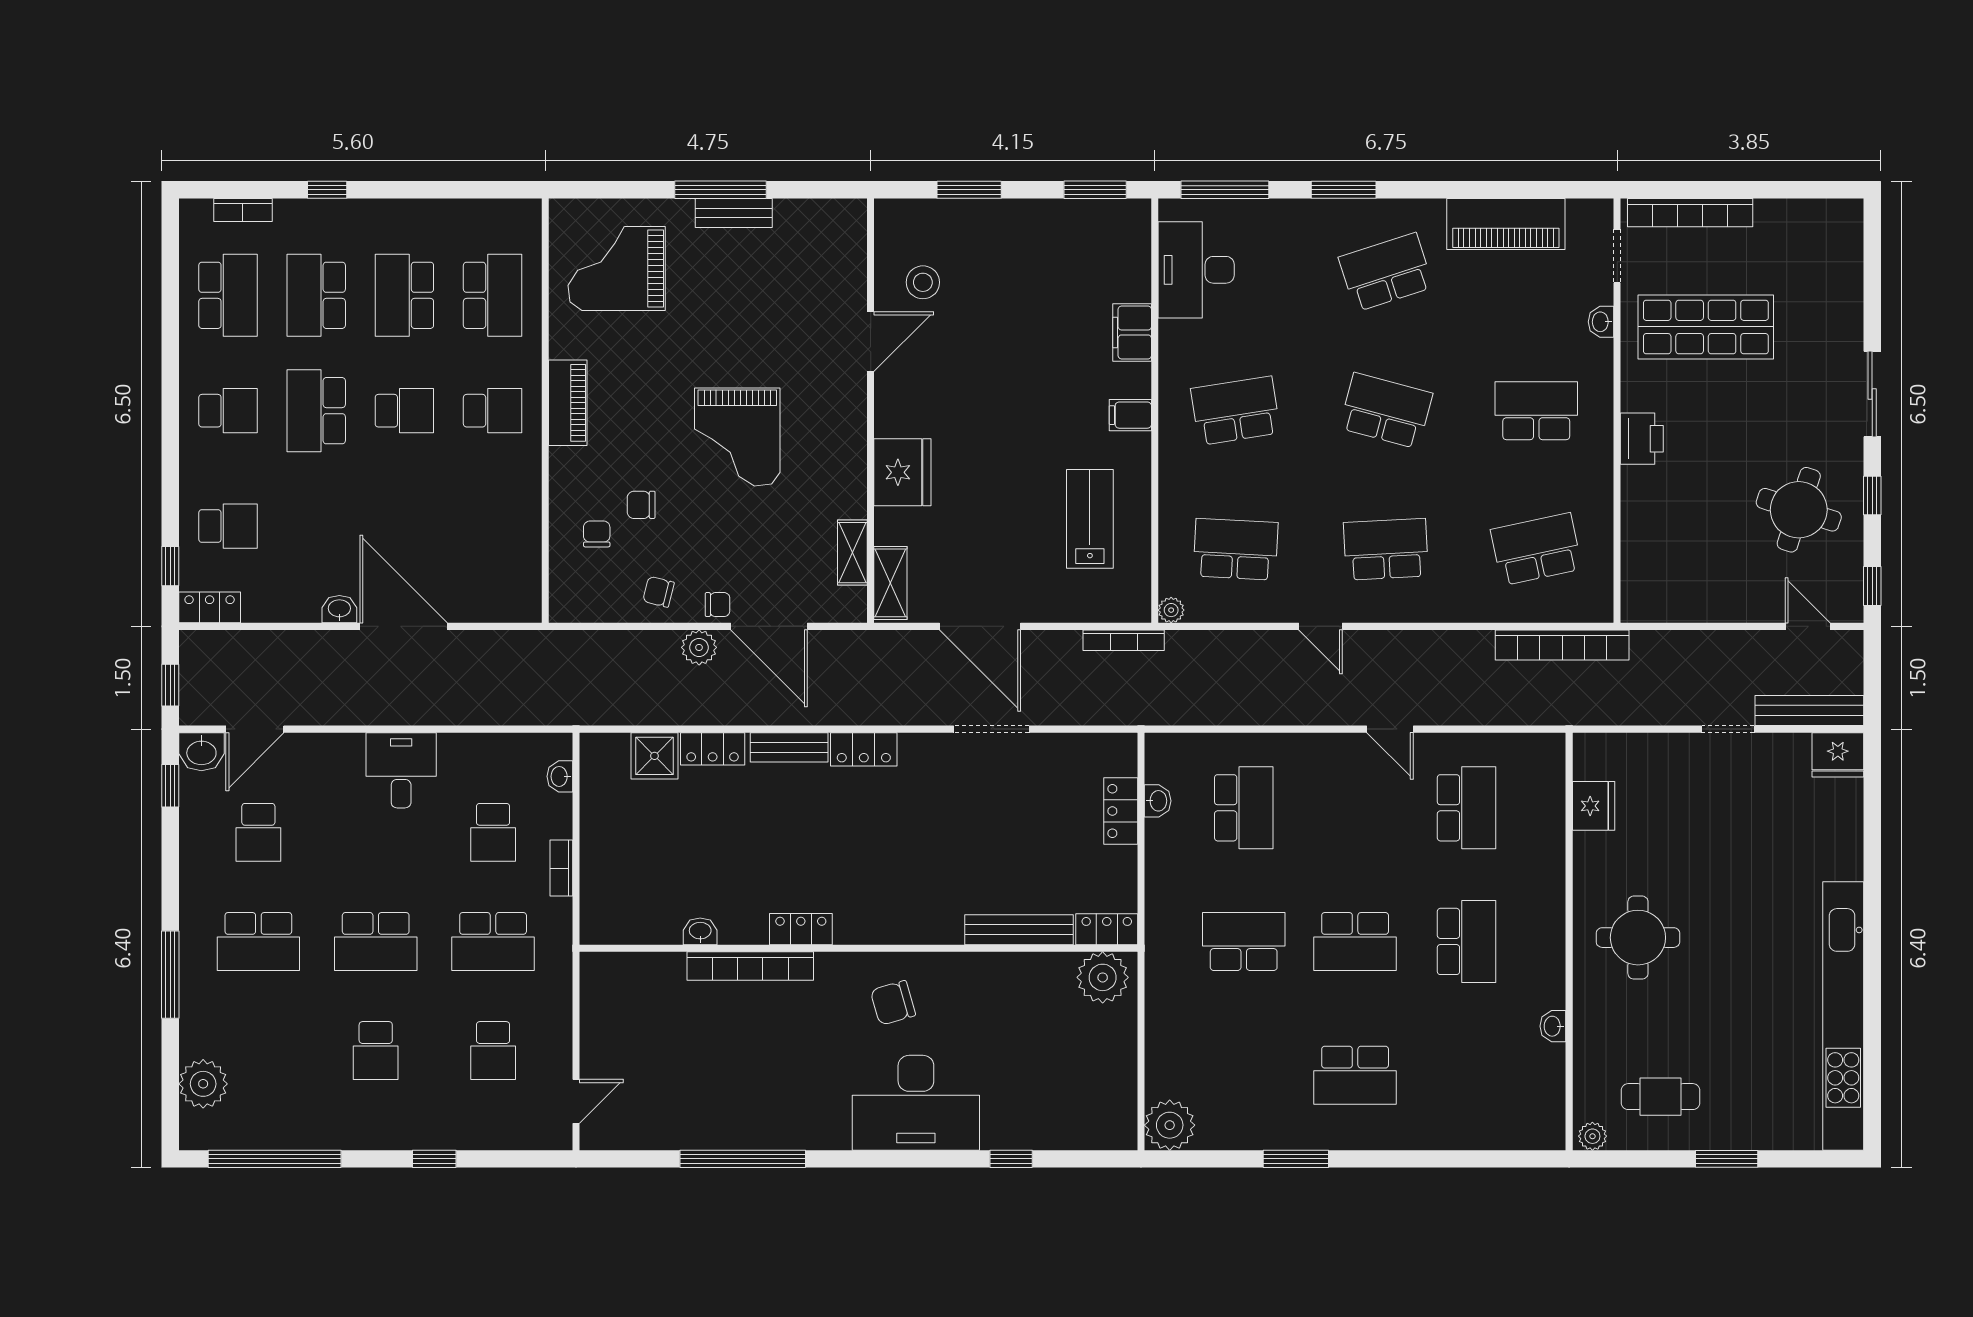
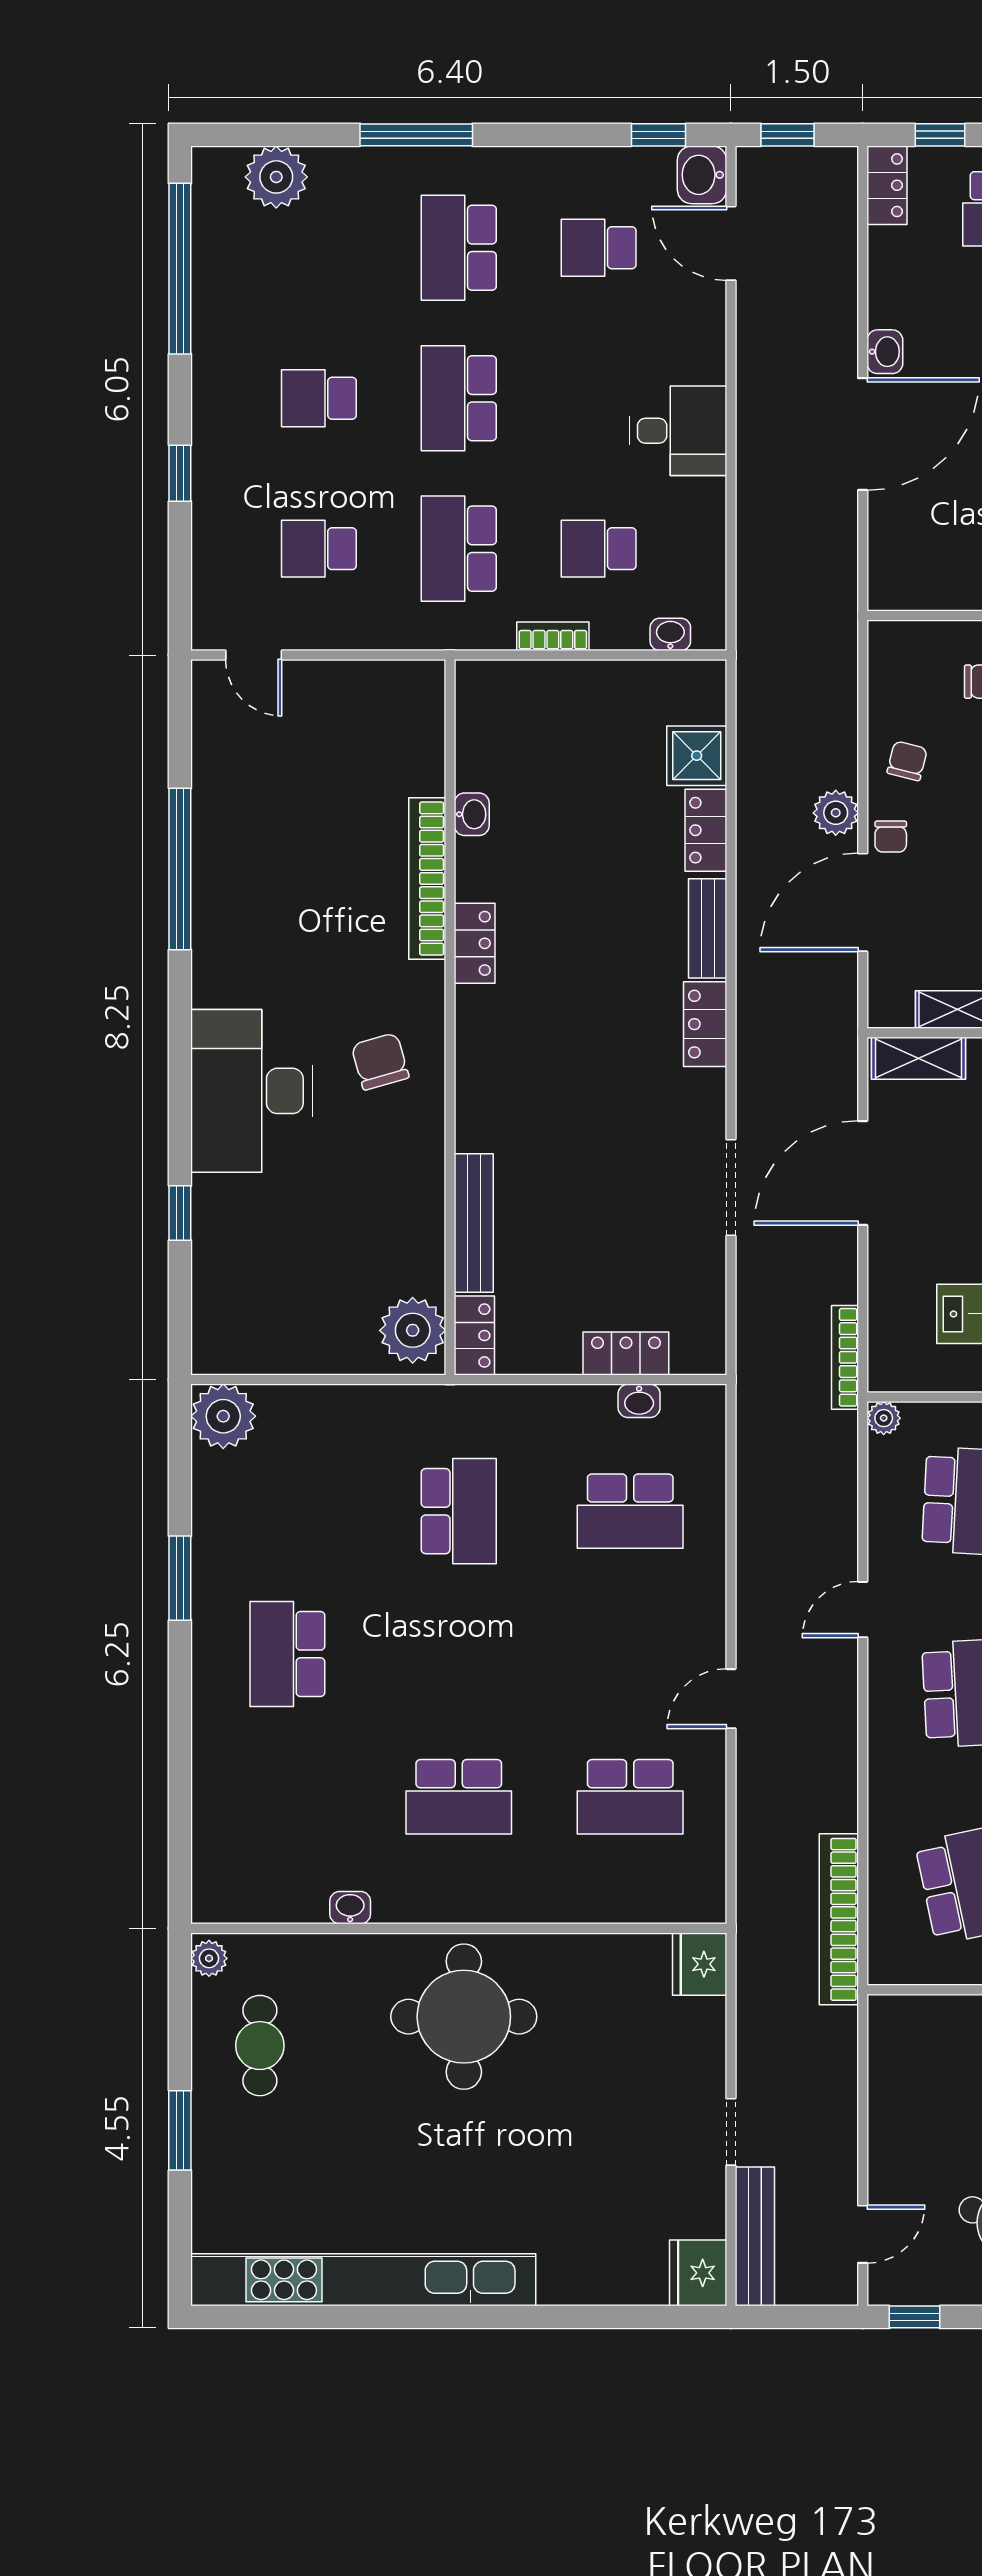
fridge: (1594, 806) -> (700, 1964), moved, turned 90
round table: (1638, 938) -> (464, 2017), width x1.36, depth x1.36
school desk: (1355, 941) -> (459, 1654), removed

